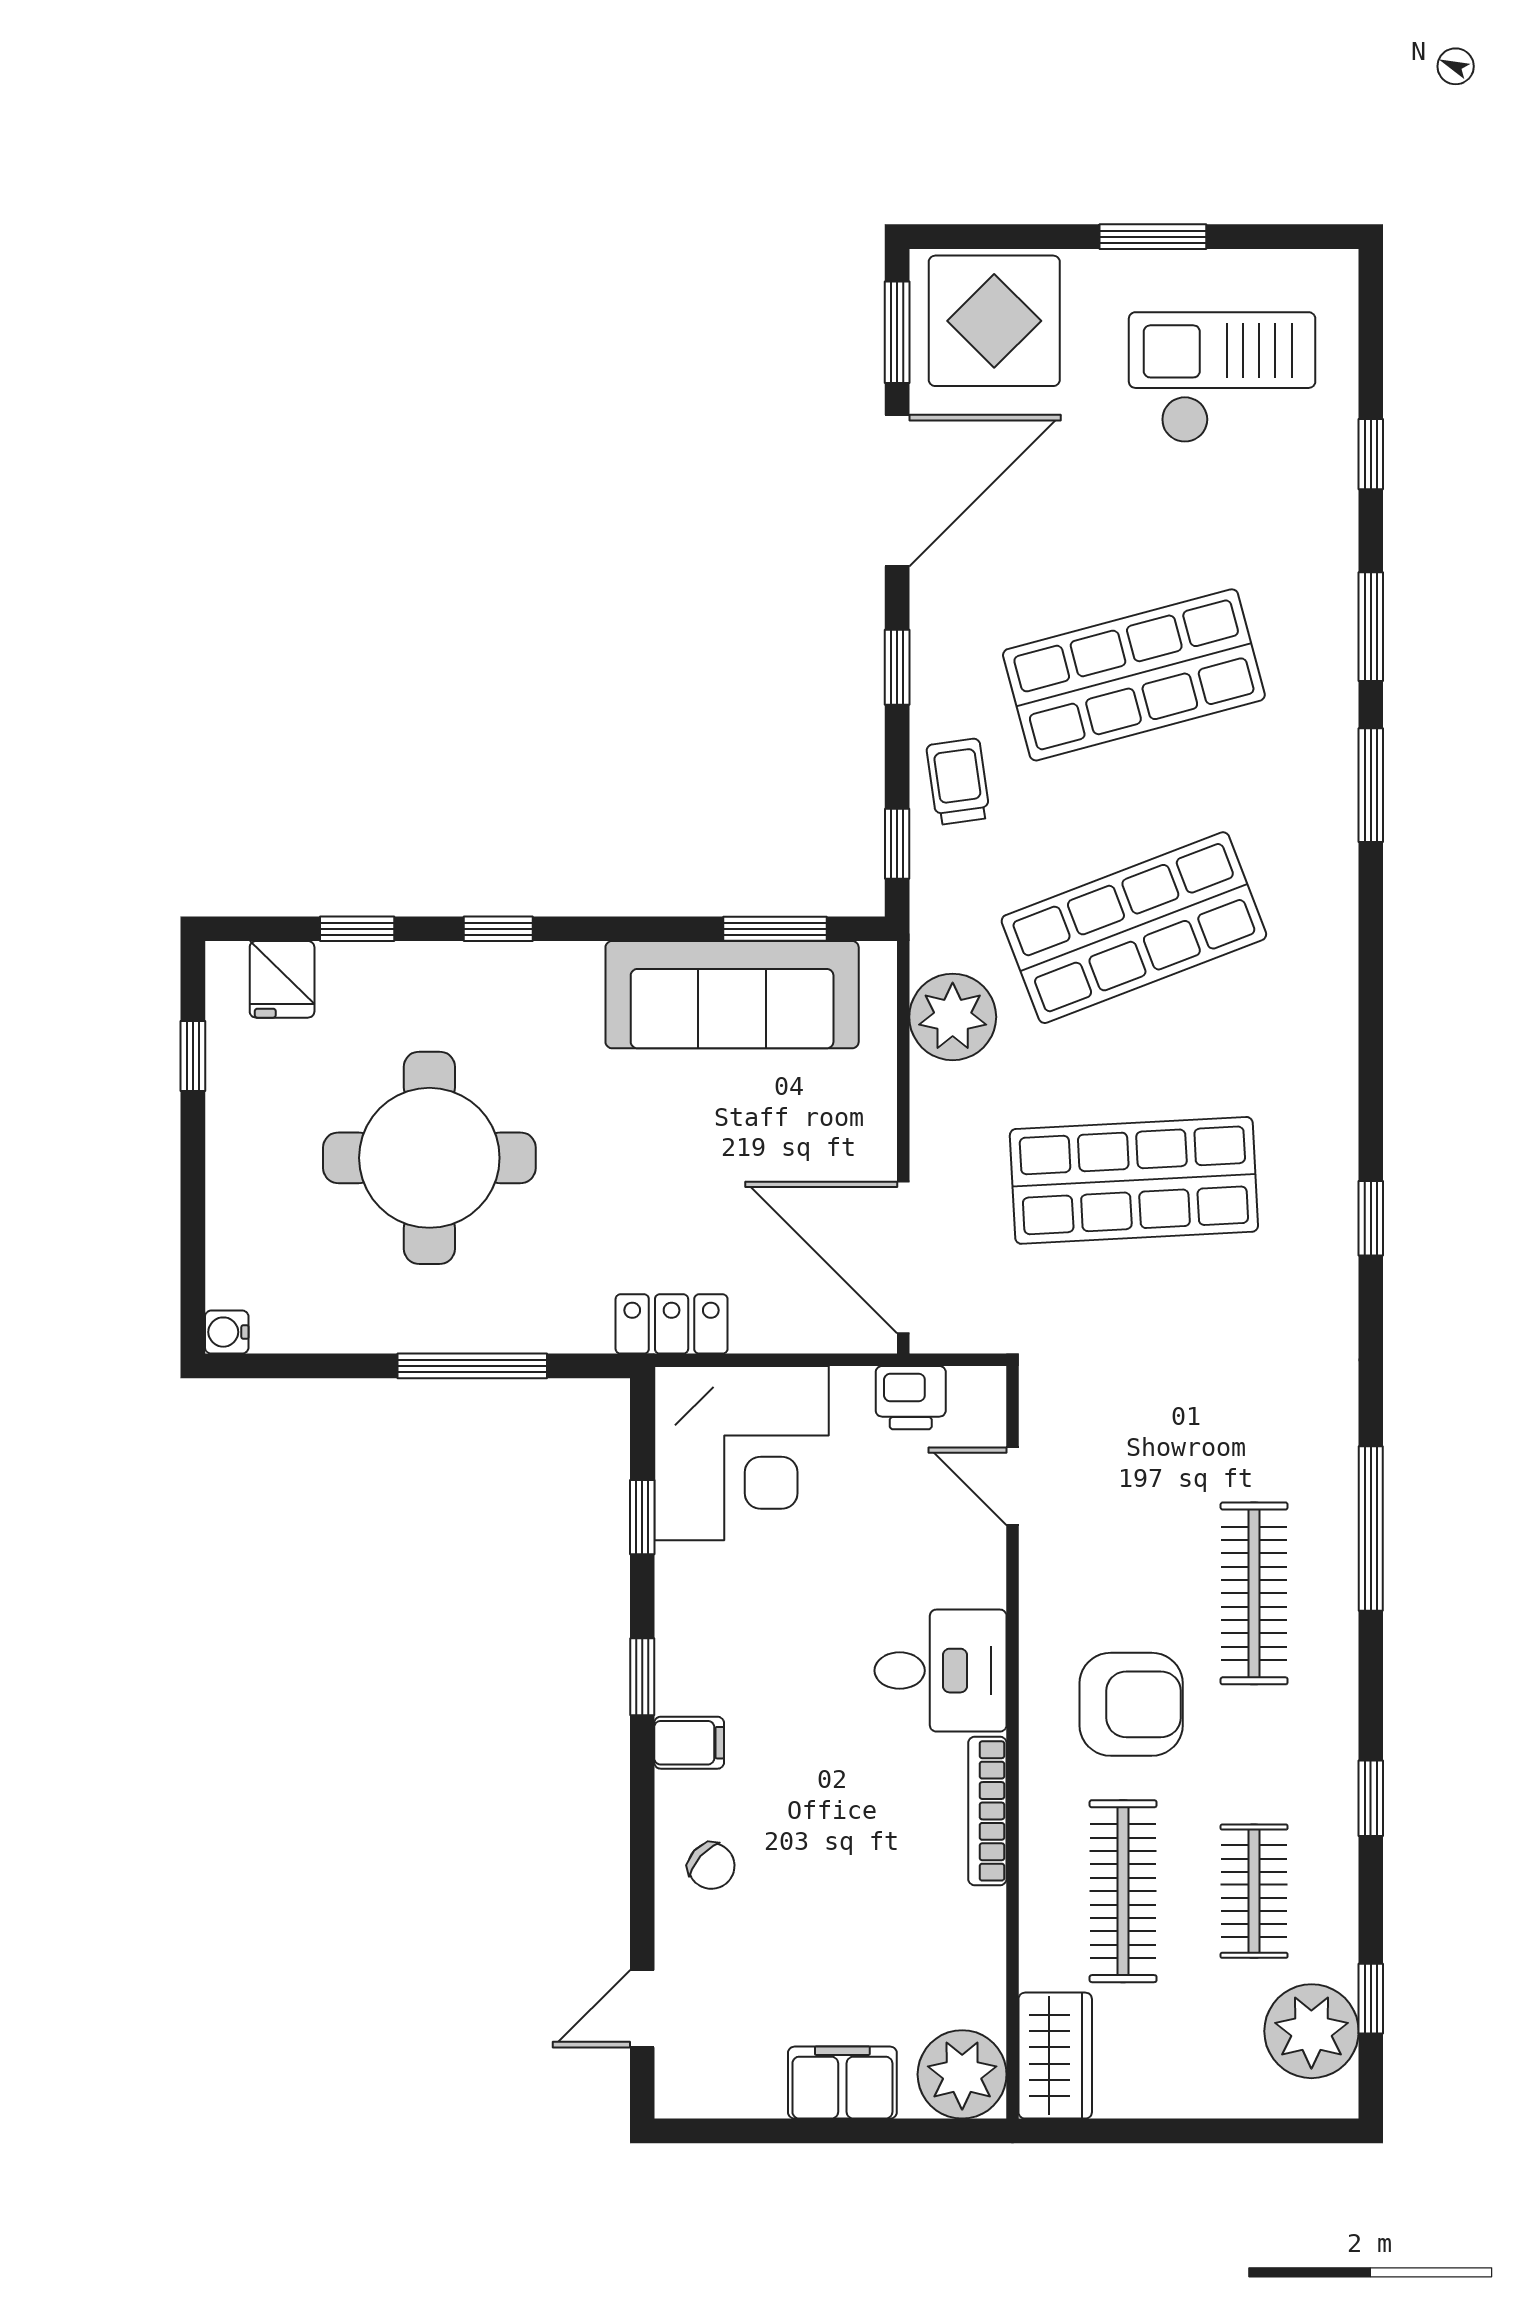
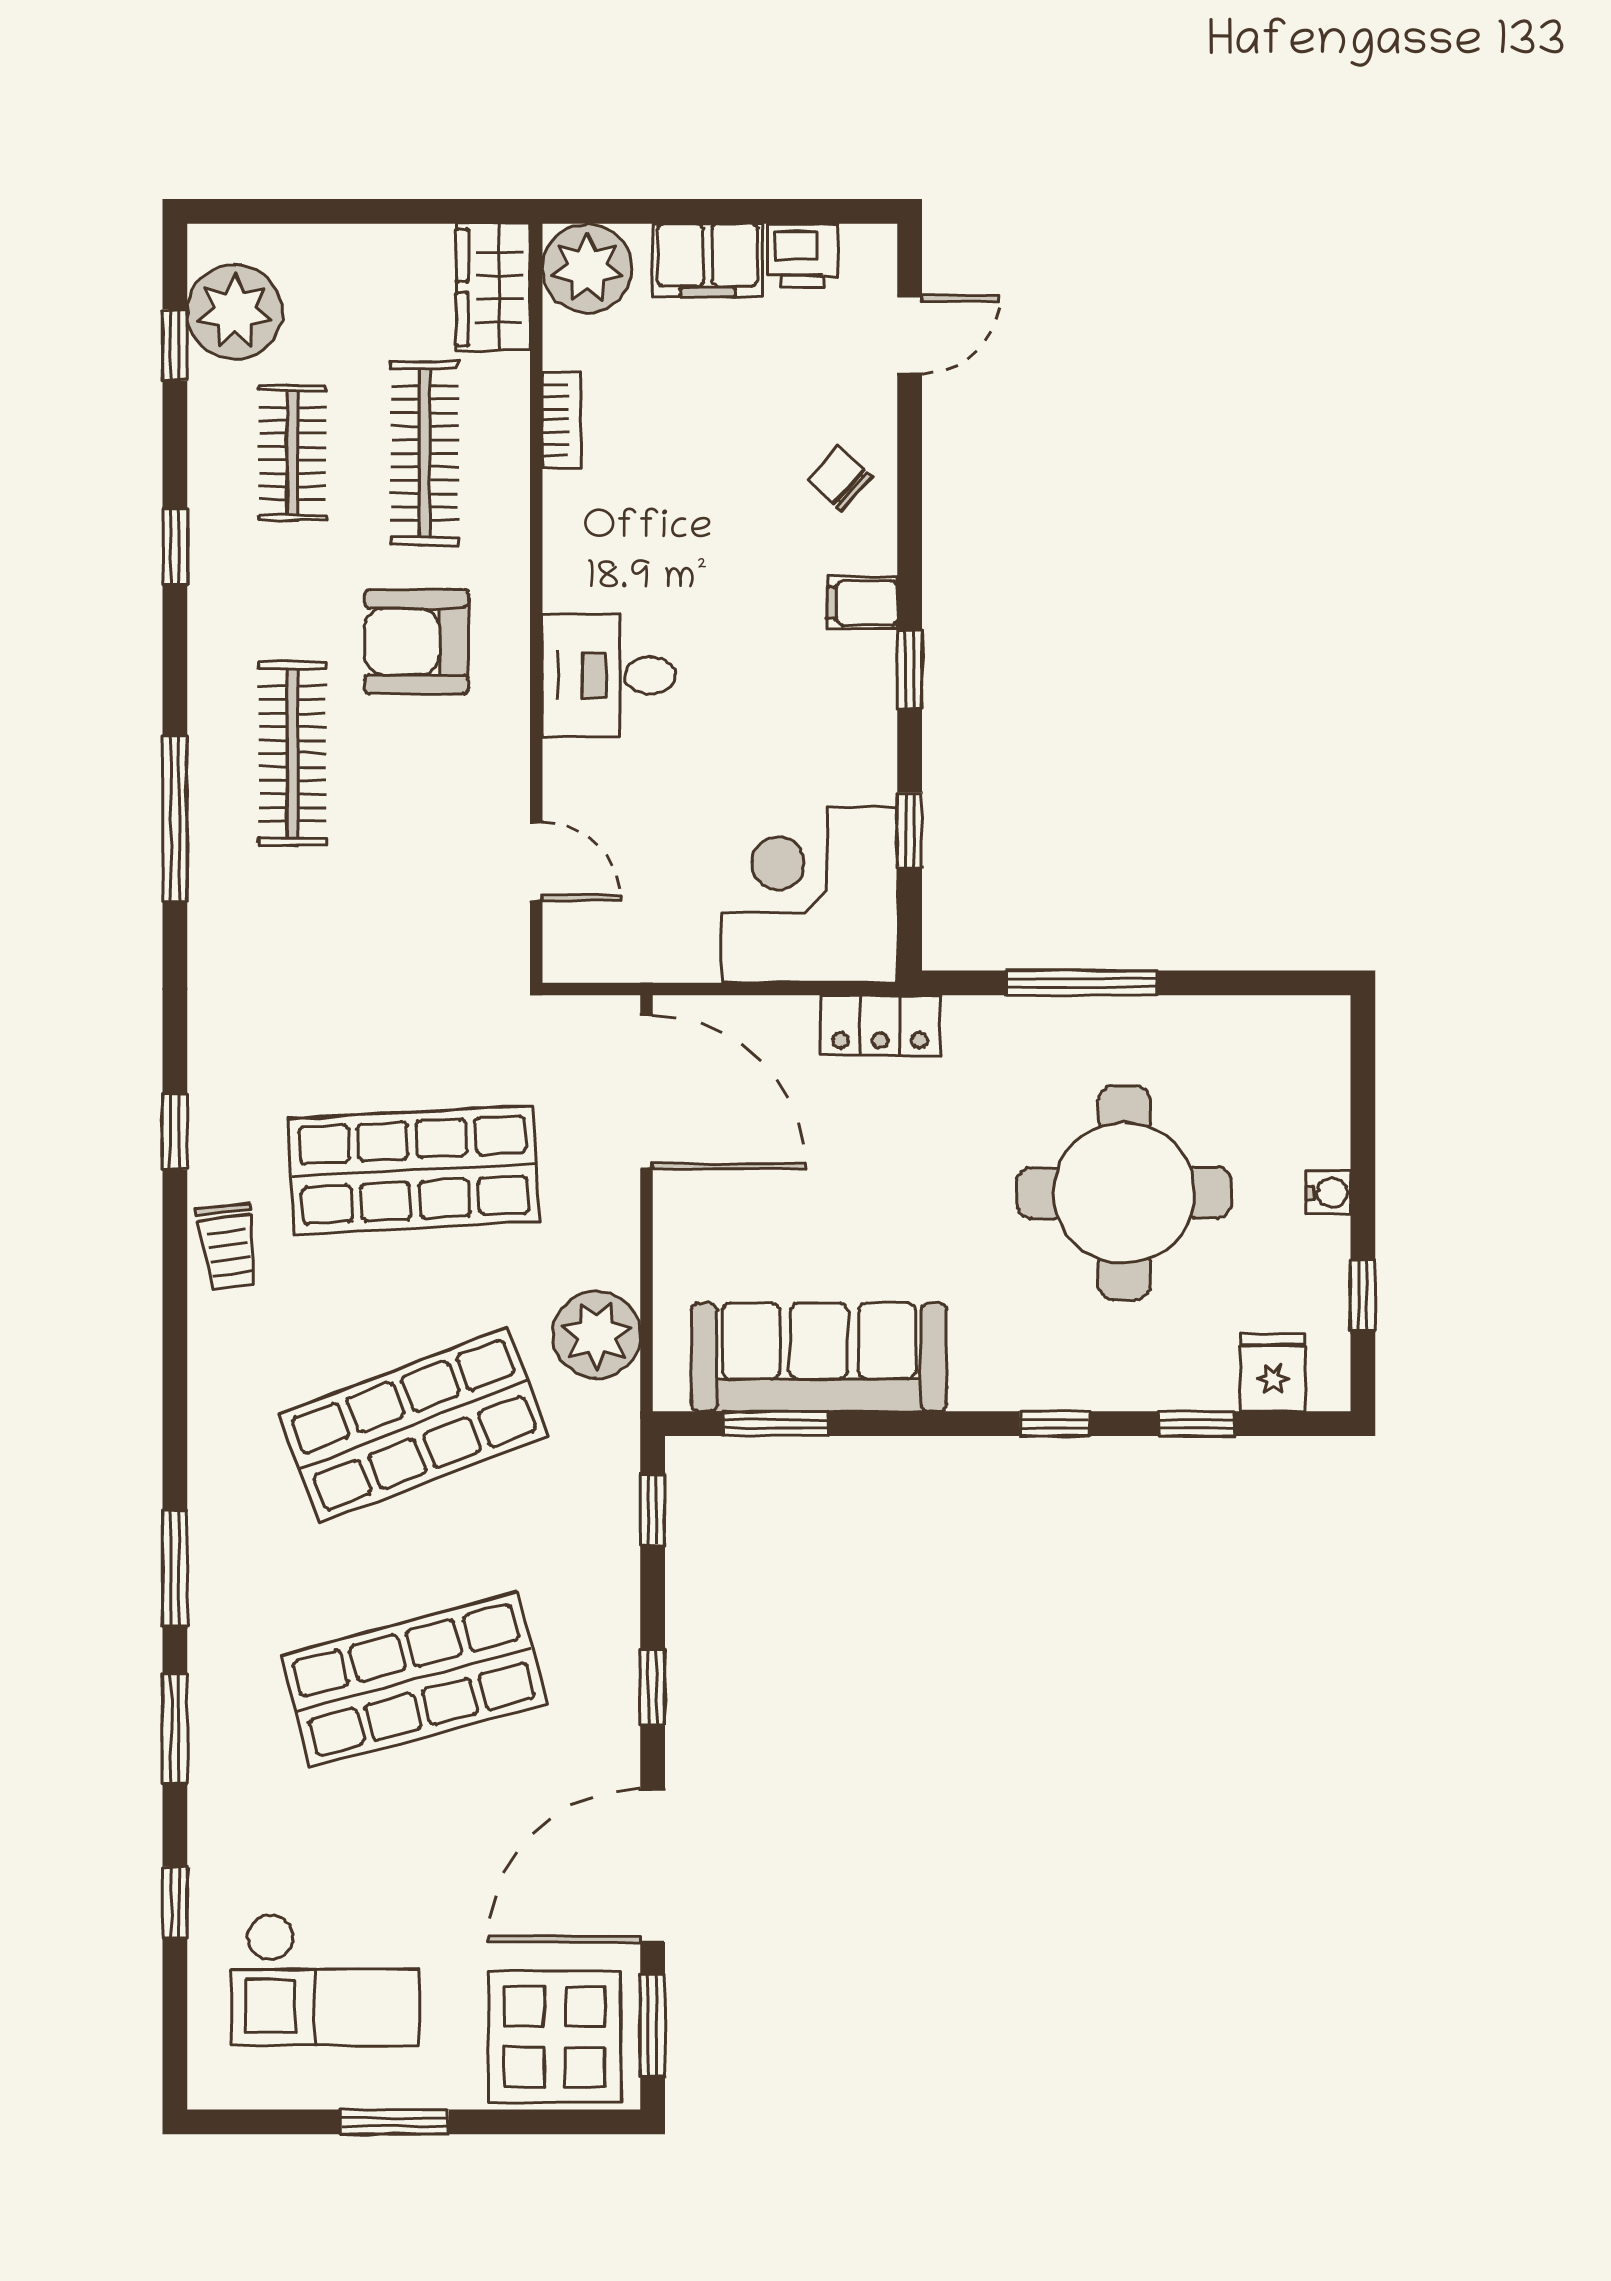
trolley: (958, 782) -> (228, 1247), moved
water cooler: (227, 1332) -> (1329, 1192), moved
printer: (911, 1398) -> (803, 256), moved, turned 180
bookcase: (987, 1811) -> (562, 420), moved, width x0.64

